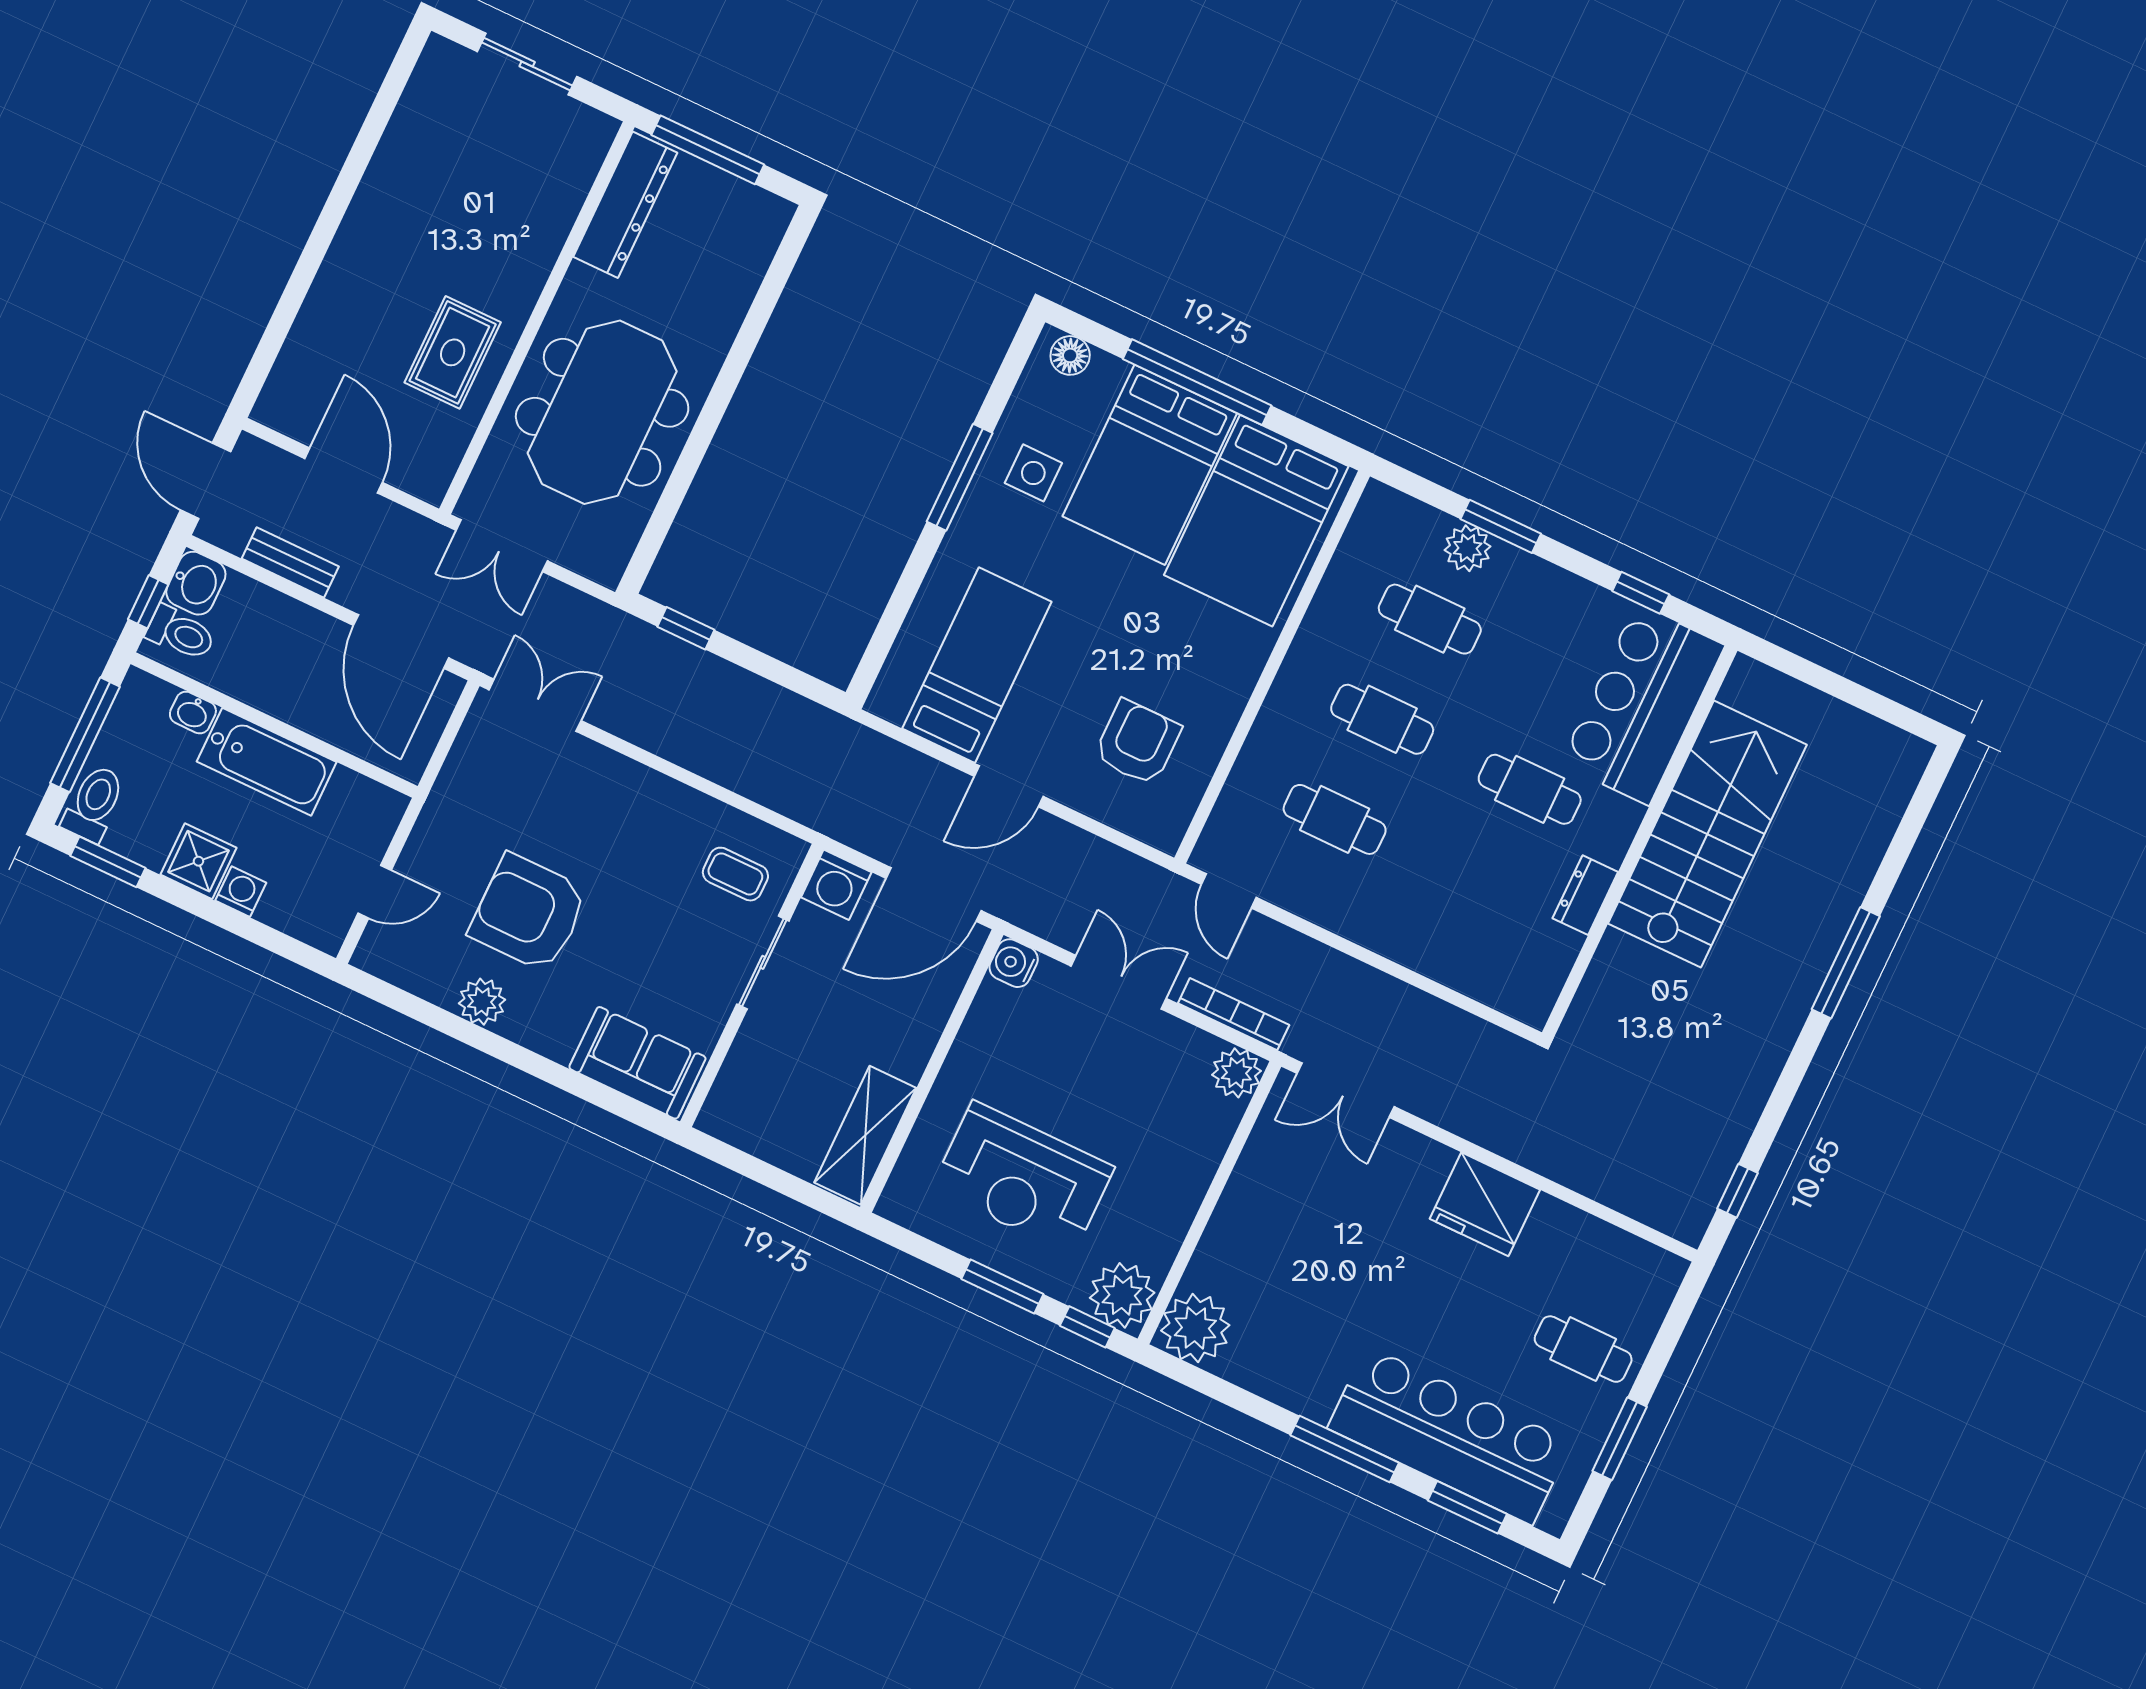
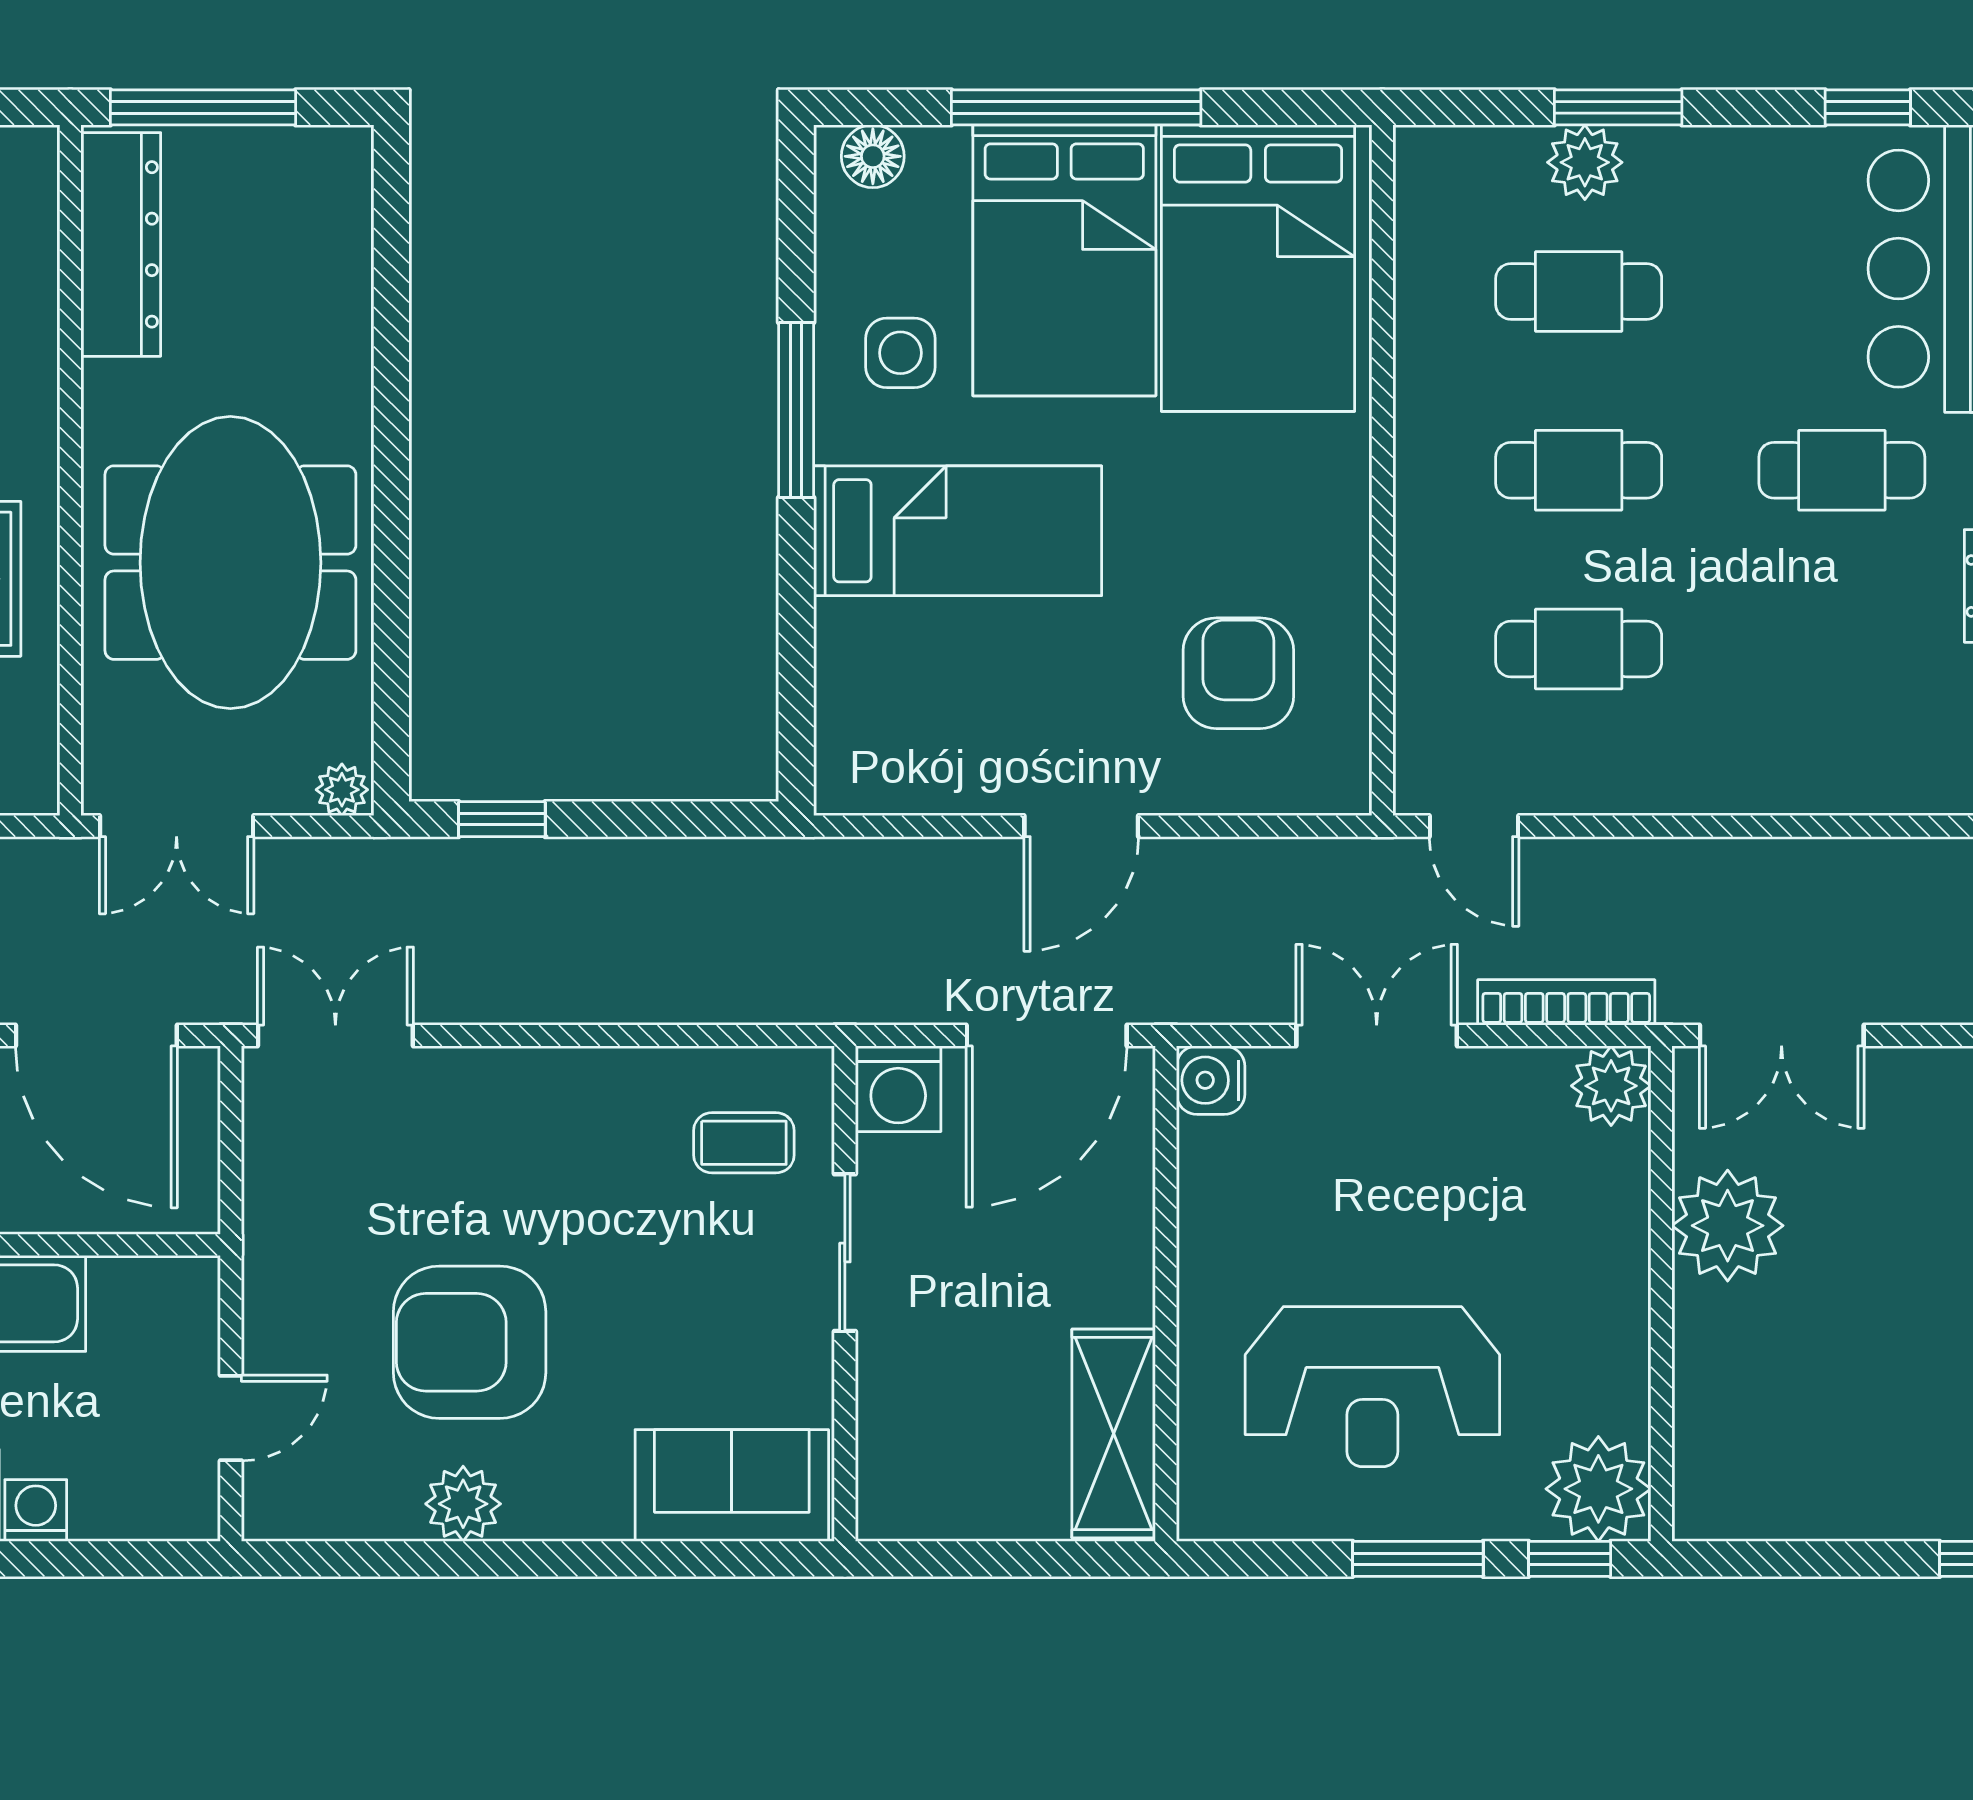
plant: (604, 569) -> (342, 790), added
bed: (977, 665) -> (958, 531), moved, turned 90
plant: (1195, 1328) -> (1728, 1226), moved

